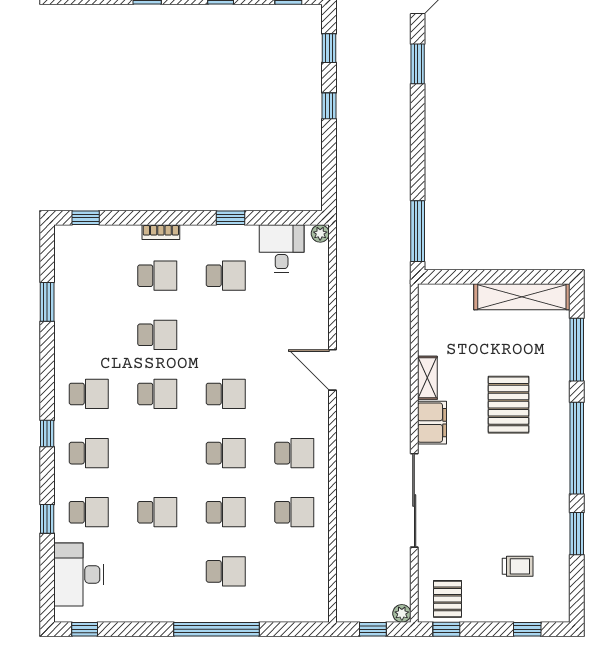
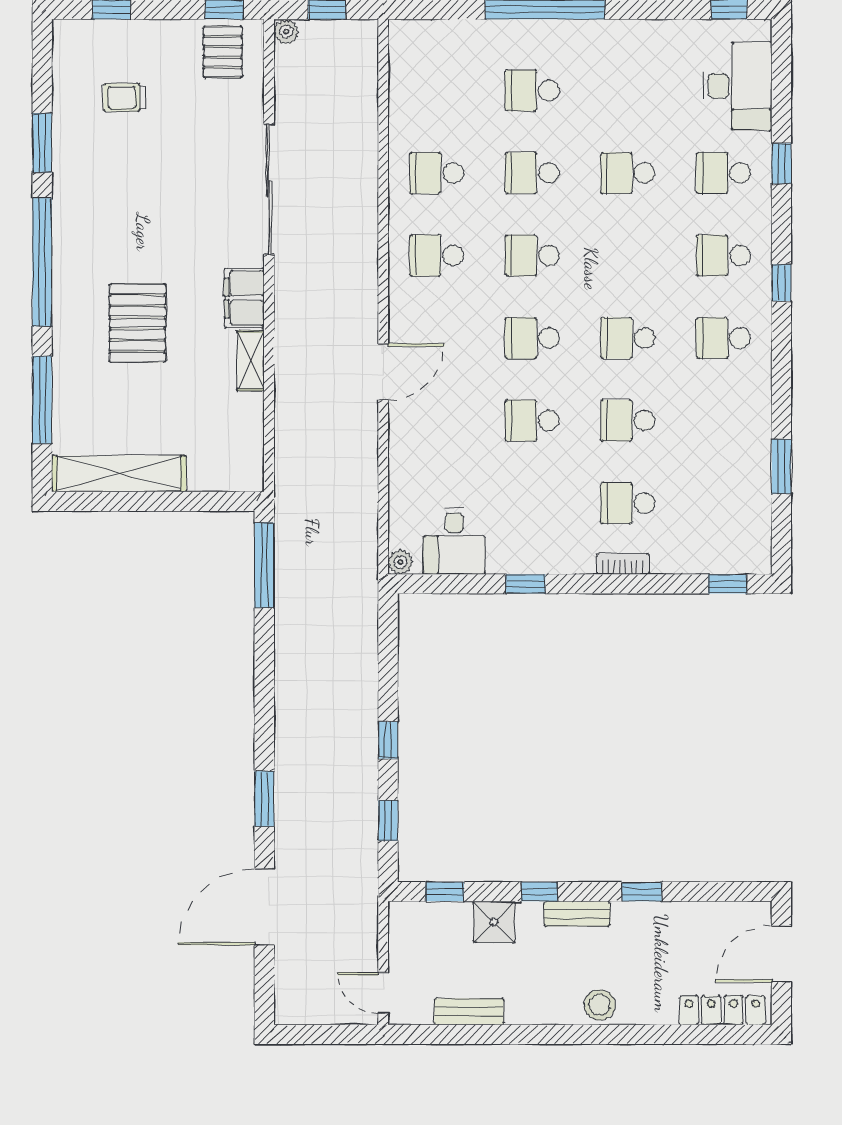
school desk: (226, 276) -> (532, 421), moved
door: (332, 370) -> (383, 372), hinge flipped

